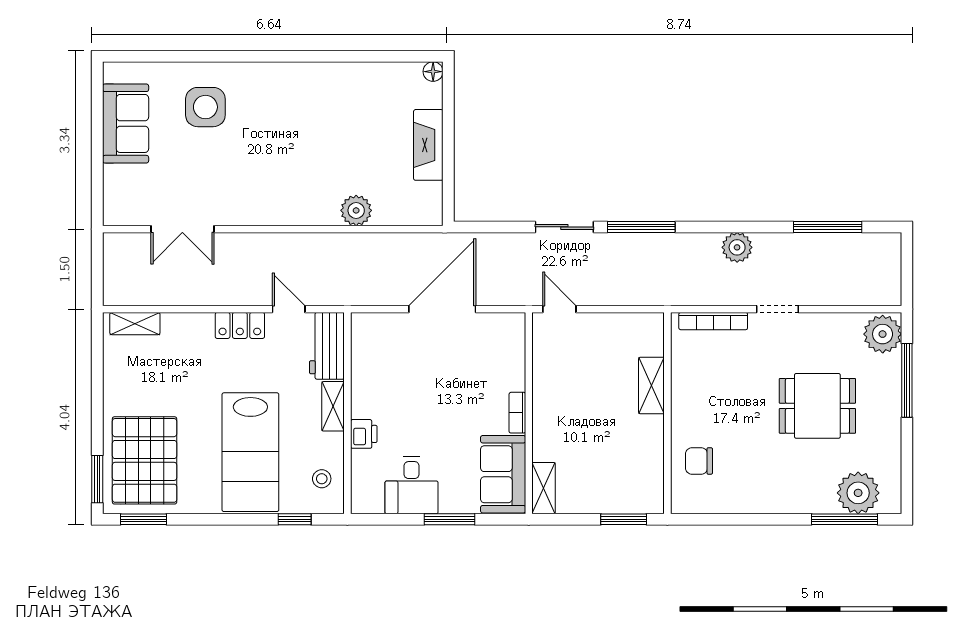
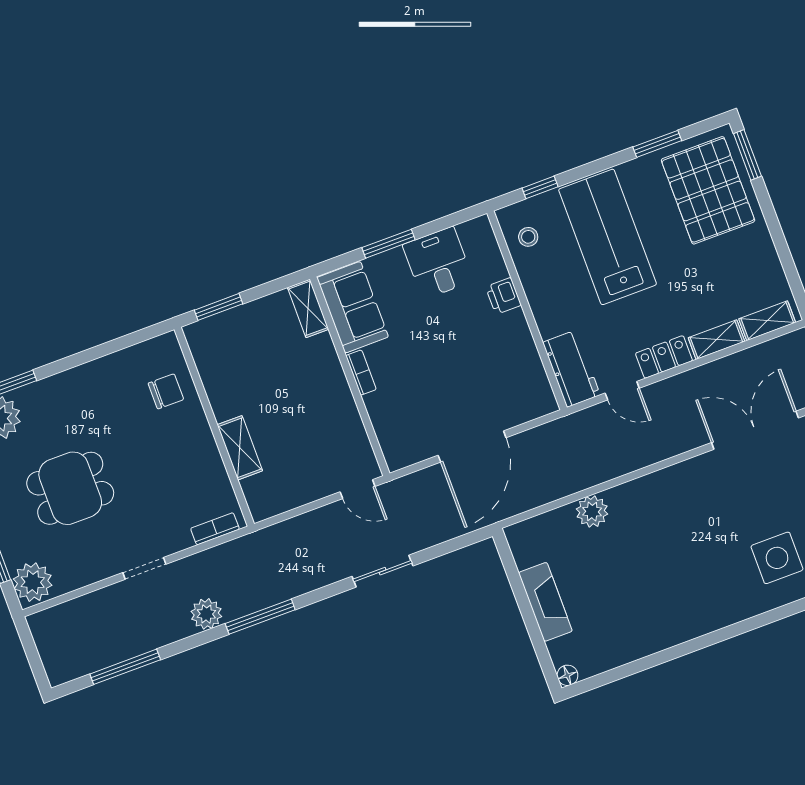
window: (641, 227) -> (260, 617), moved
double door: (182, 229) -> (755, 430), width x1.37
bookcase: (713, 321) -> (215, 529), width x0.64
shelving: (333, 406) -> (716, 340), moved, turned 90
window: (143, 519) -> (657, 144), moved

